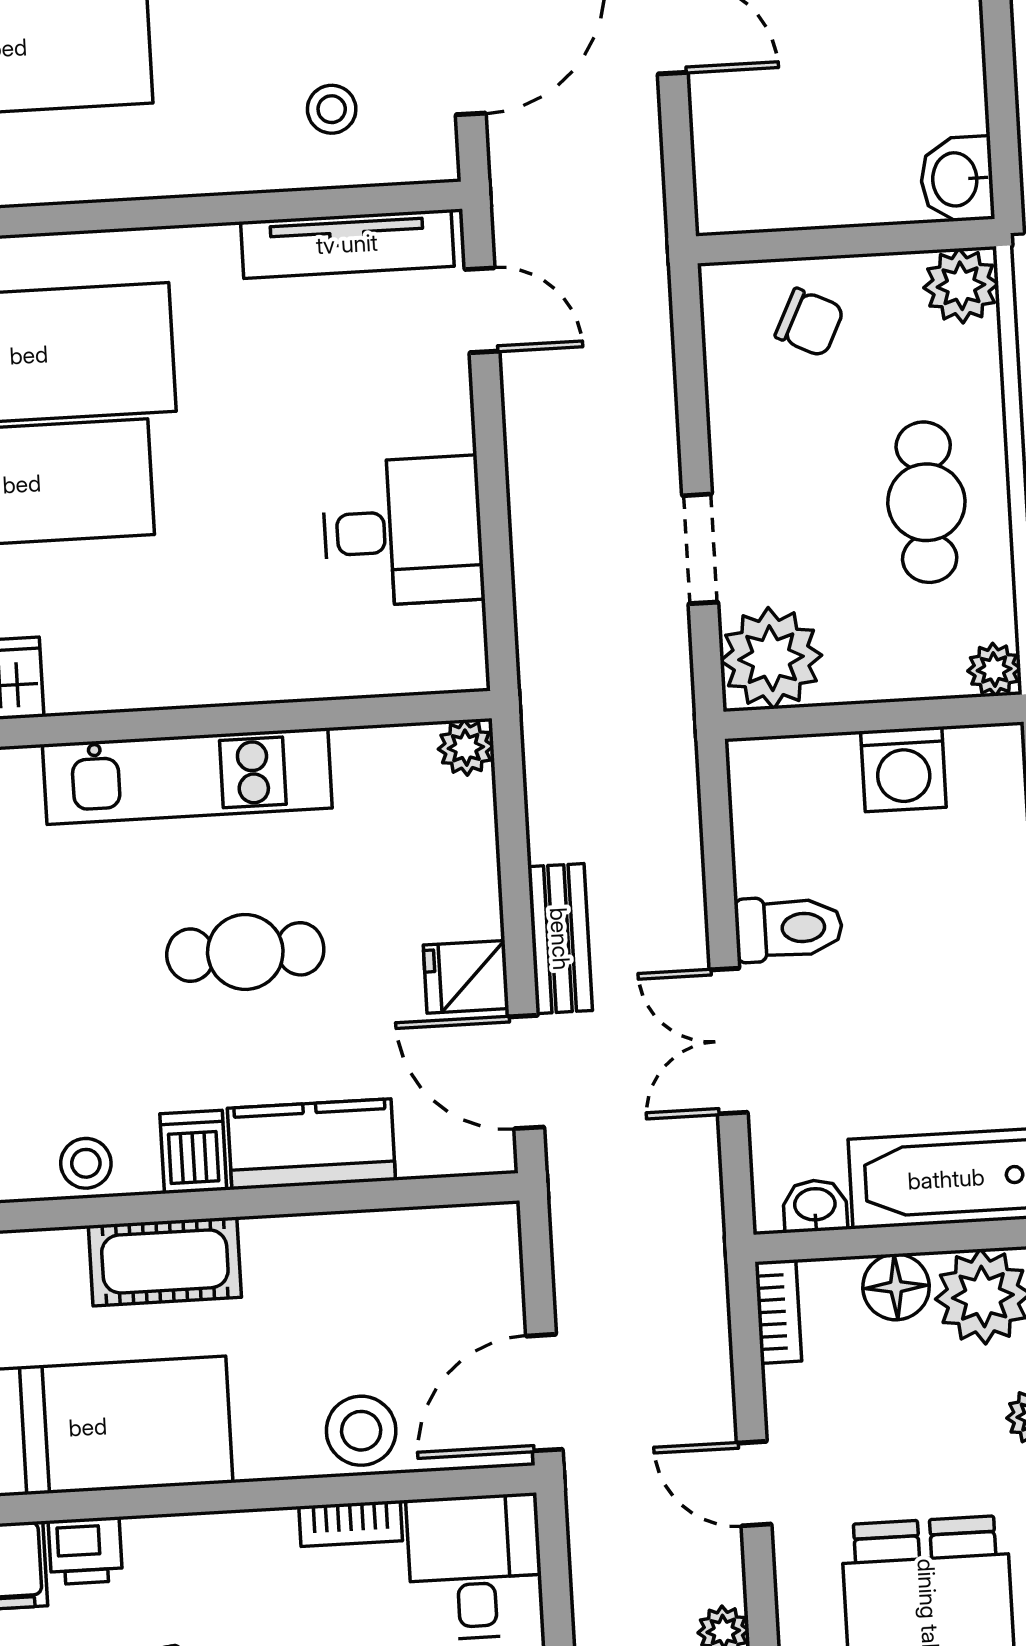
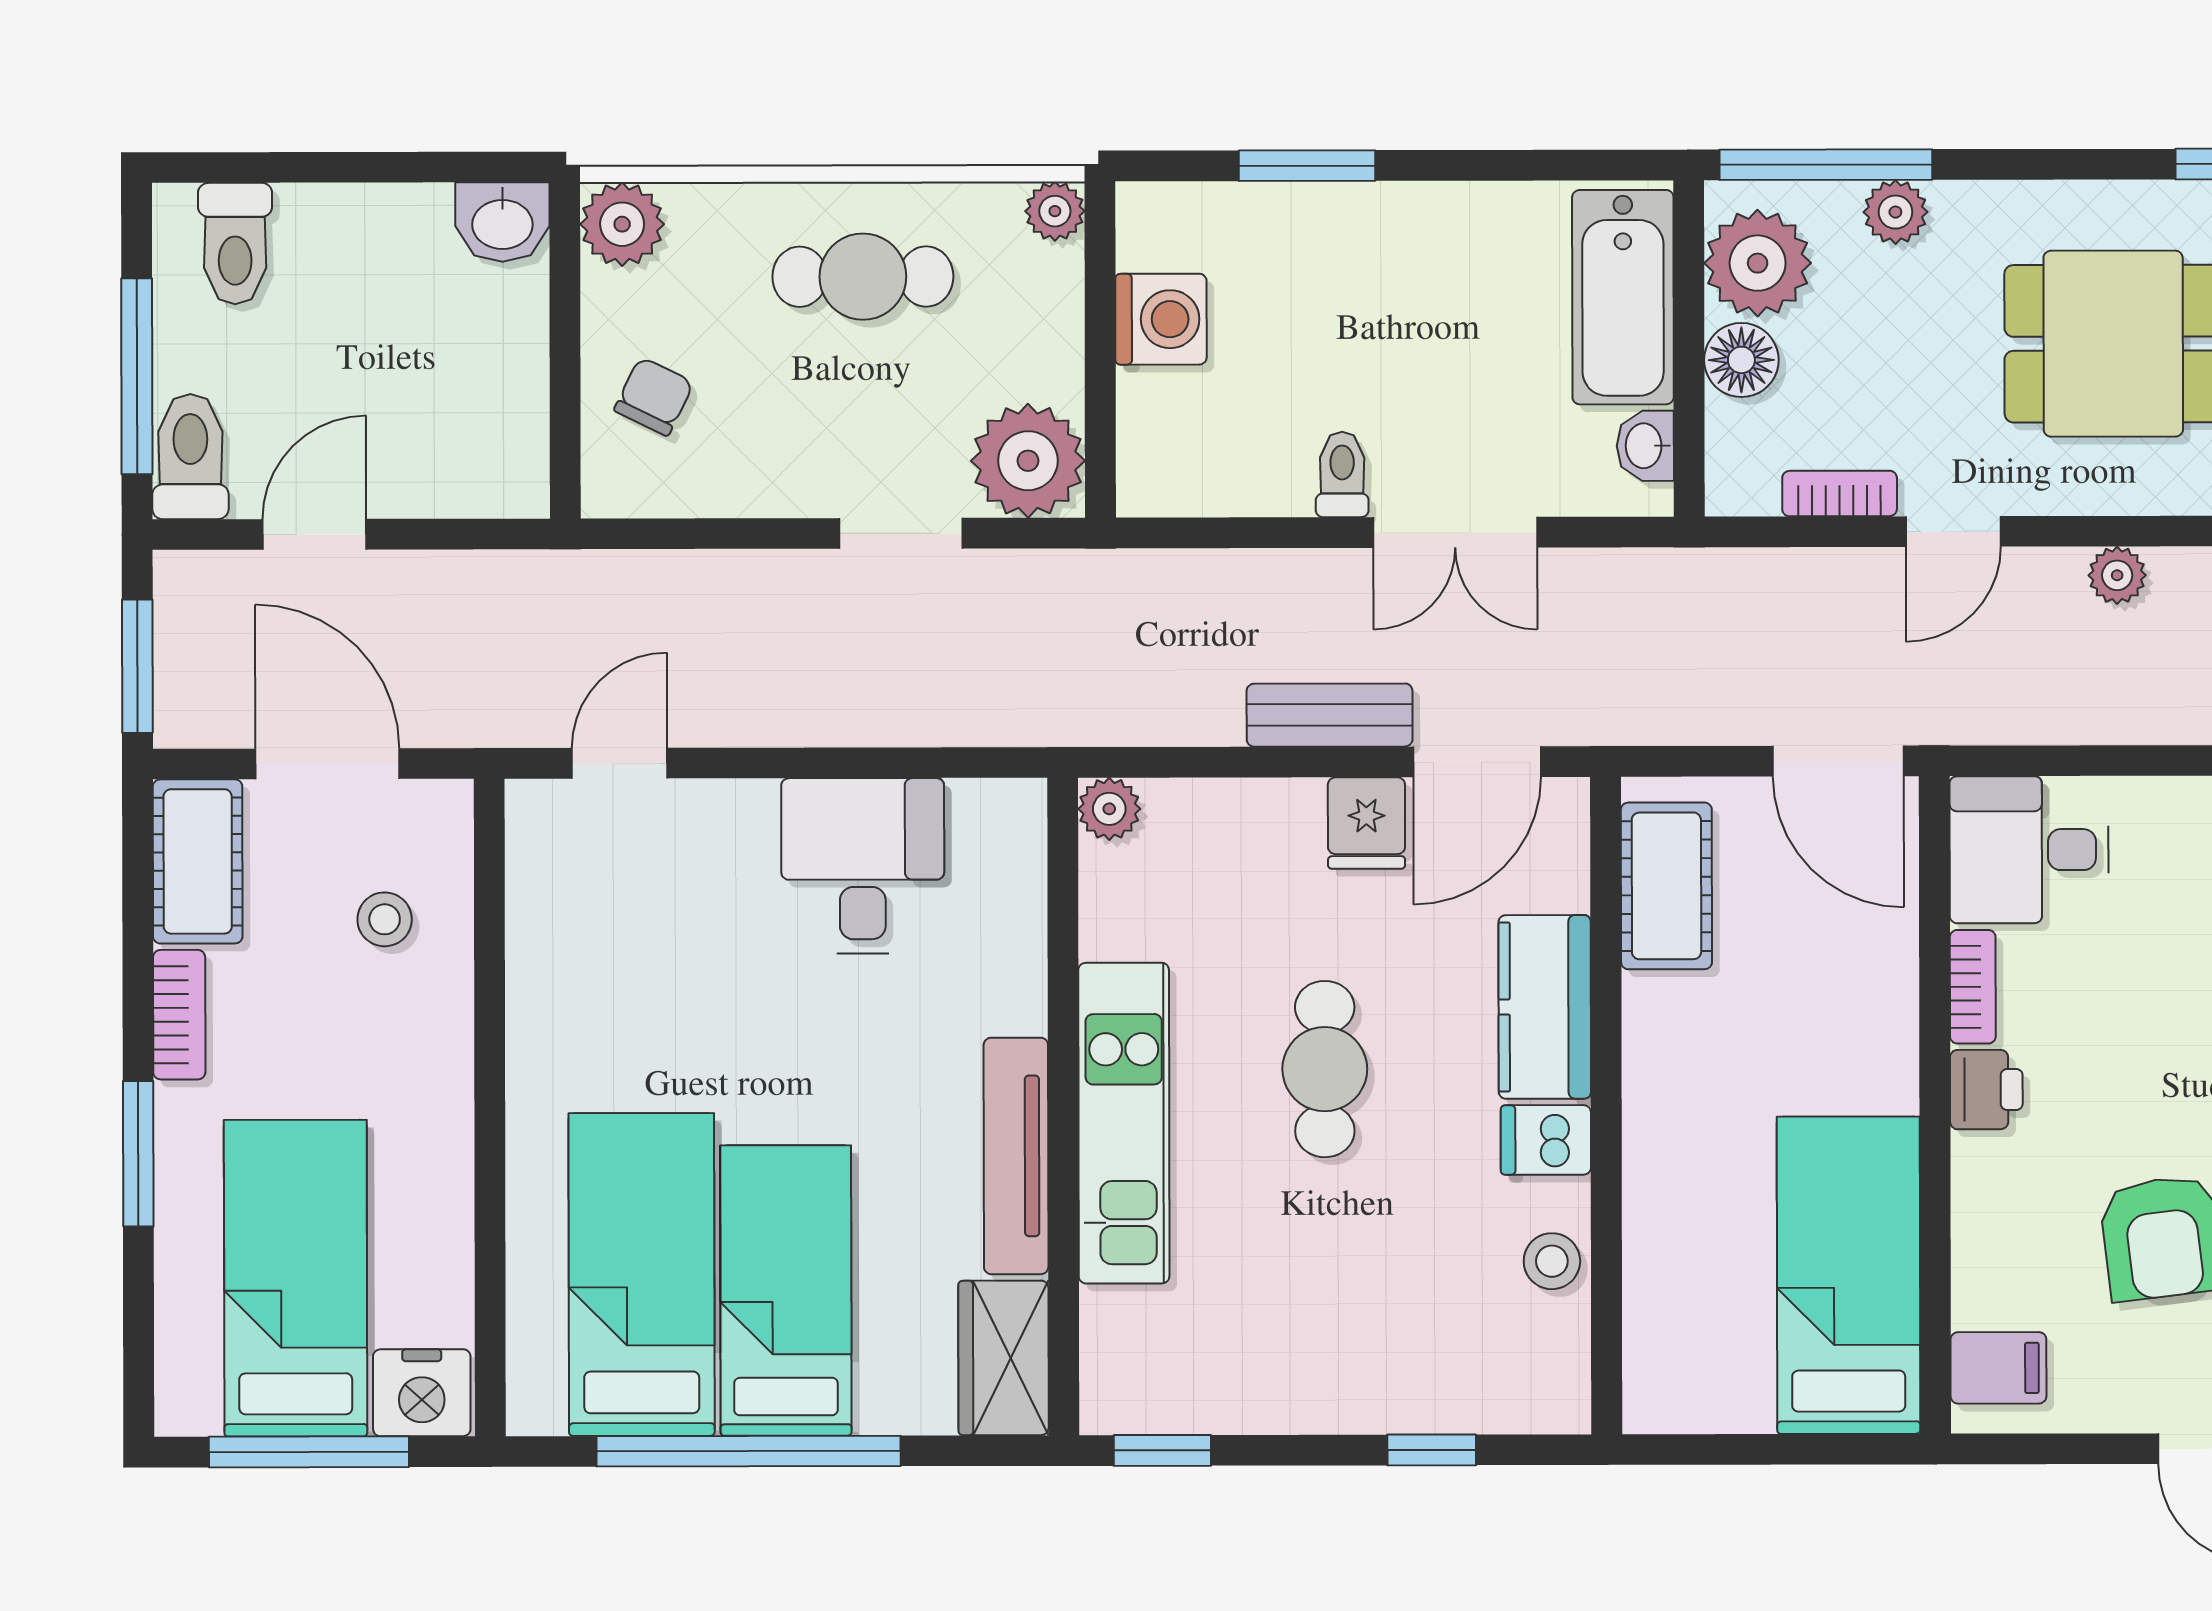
tv unit: (347, 244) -> (1016, 1156), moved, turned 180
toilet: (789, 928) -> (1342, 474), width x0.73, depth x0.72
cot: (165, 1261) -> (1666, 886), moved
bookcase: (778, 1312) -> (1840, 494), moved
stool: (361, 1431) -> (1869, 969), removed
printer: (85, 1551) -> (1986, 1090), moved

